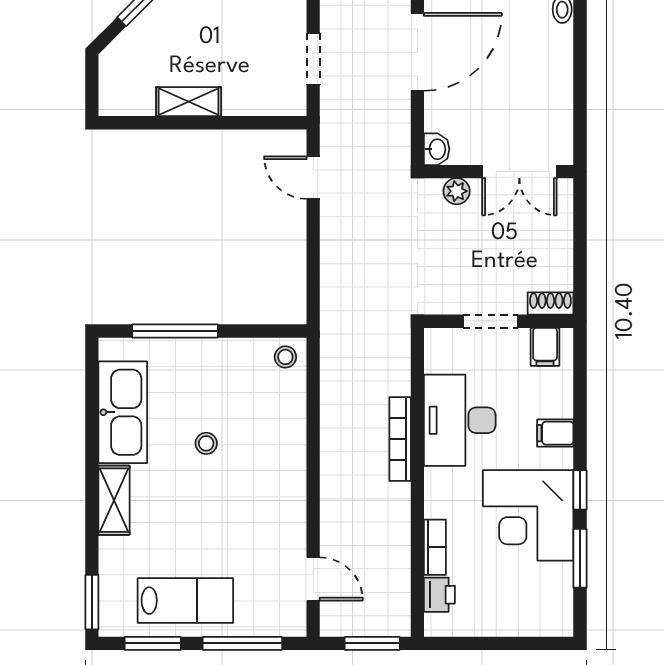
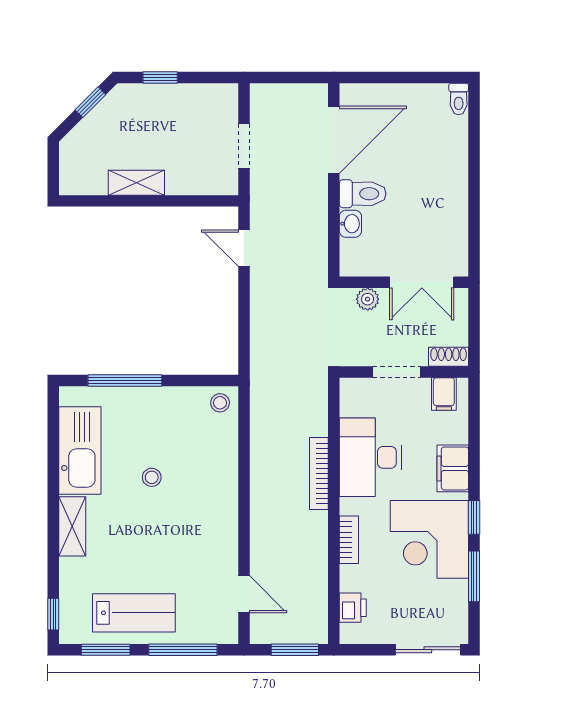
toilet: (451, 114) -> (363, 194), added
wall: (499, 172) -> (404, 282), moved
double door: (519, 172) -> (422, 282), moved
plant: (457, 191) -> (368, 299), moved
filing cabinet: (555, 433) -> (453, 468), width x2.00
bookcase: (435, 547) -> (349, 540), moved
window: (92, 602) -> (53, 614), width x0.67
sliding door: (526, 643) -> (428, 650), added

